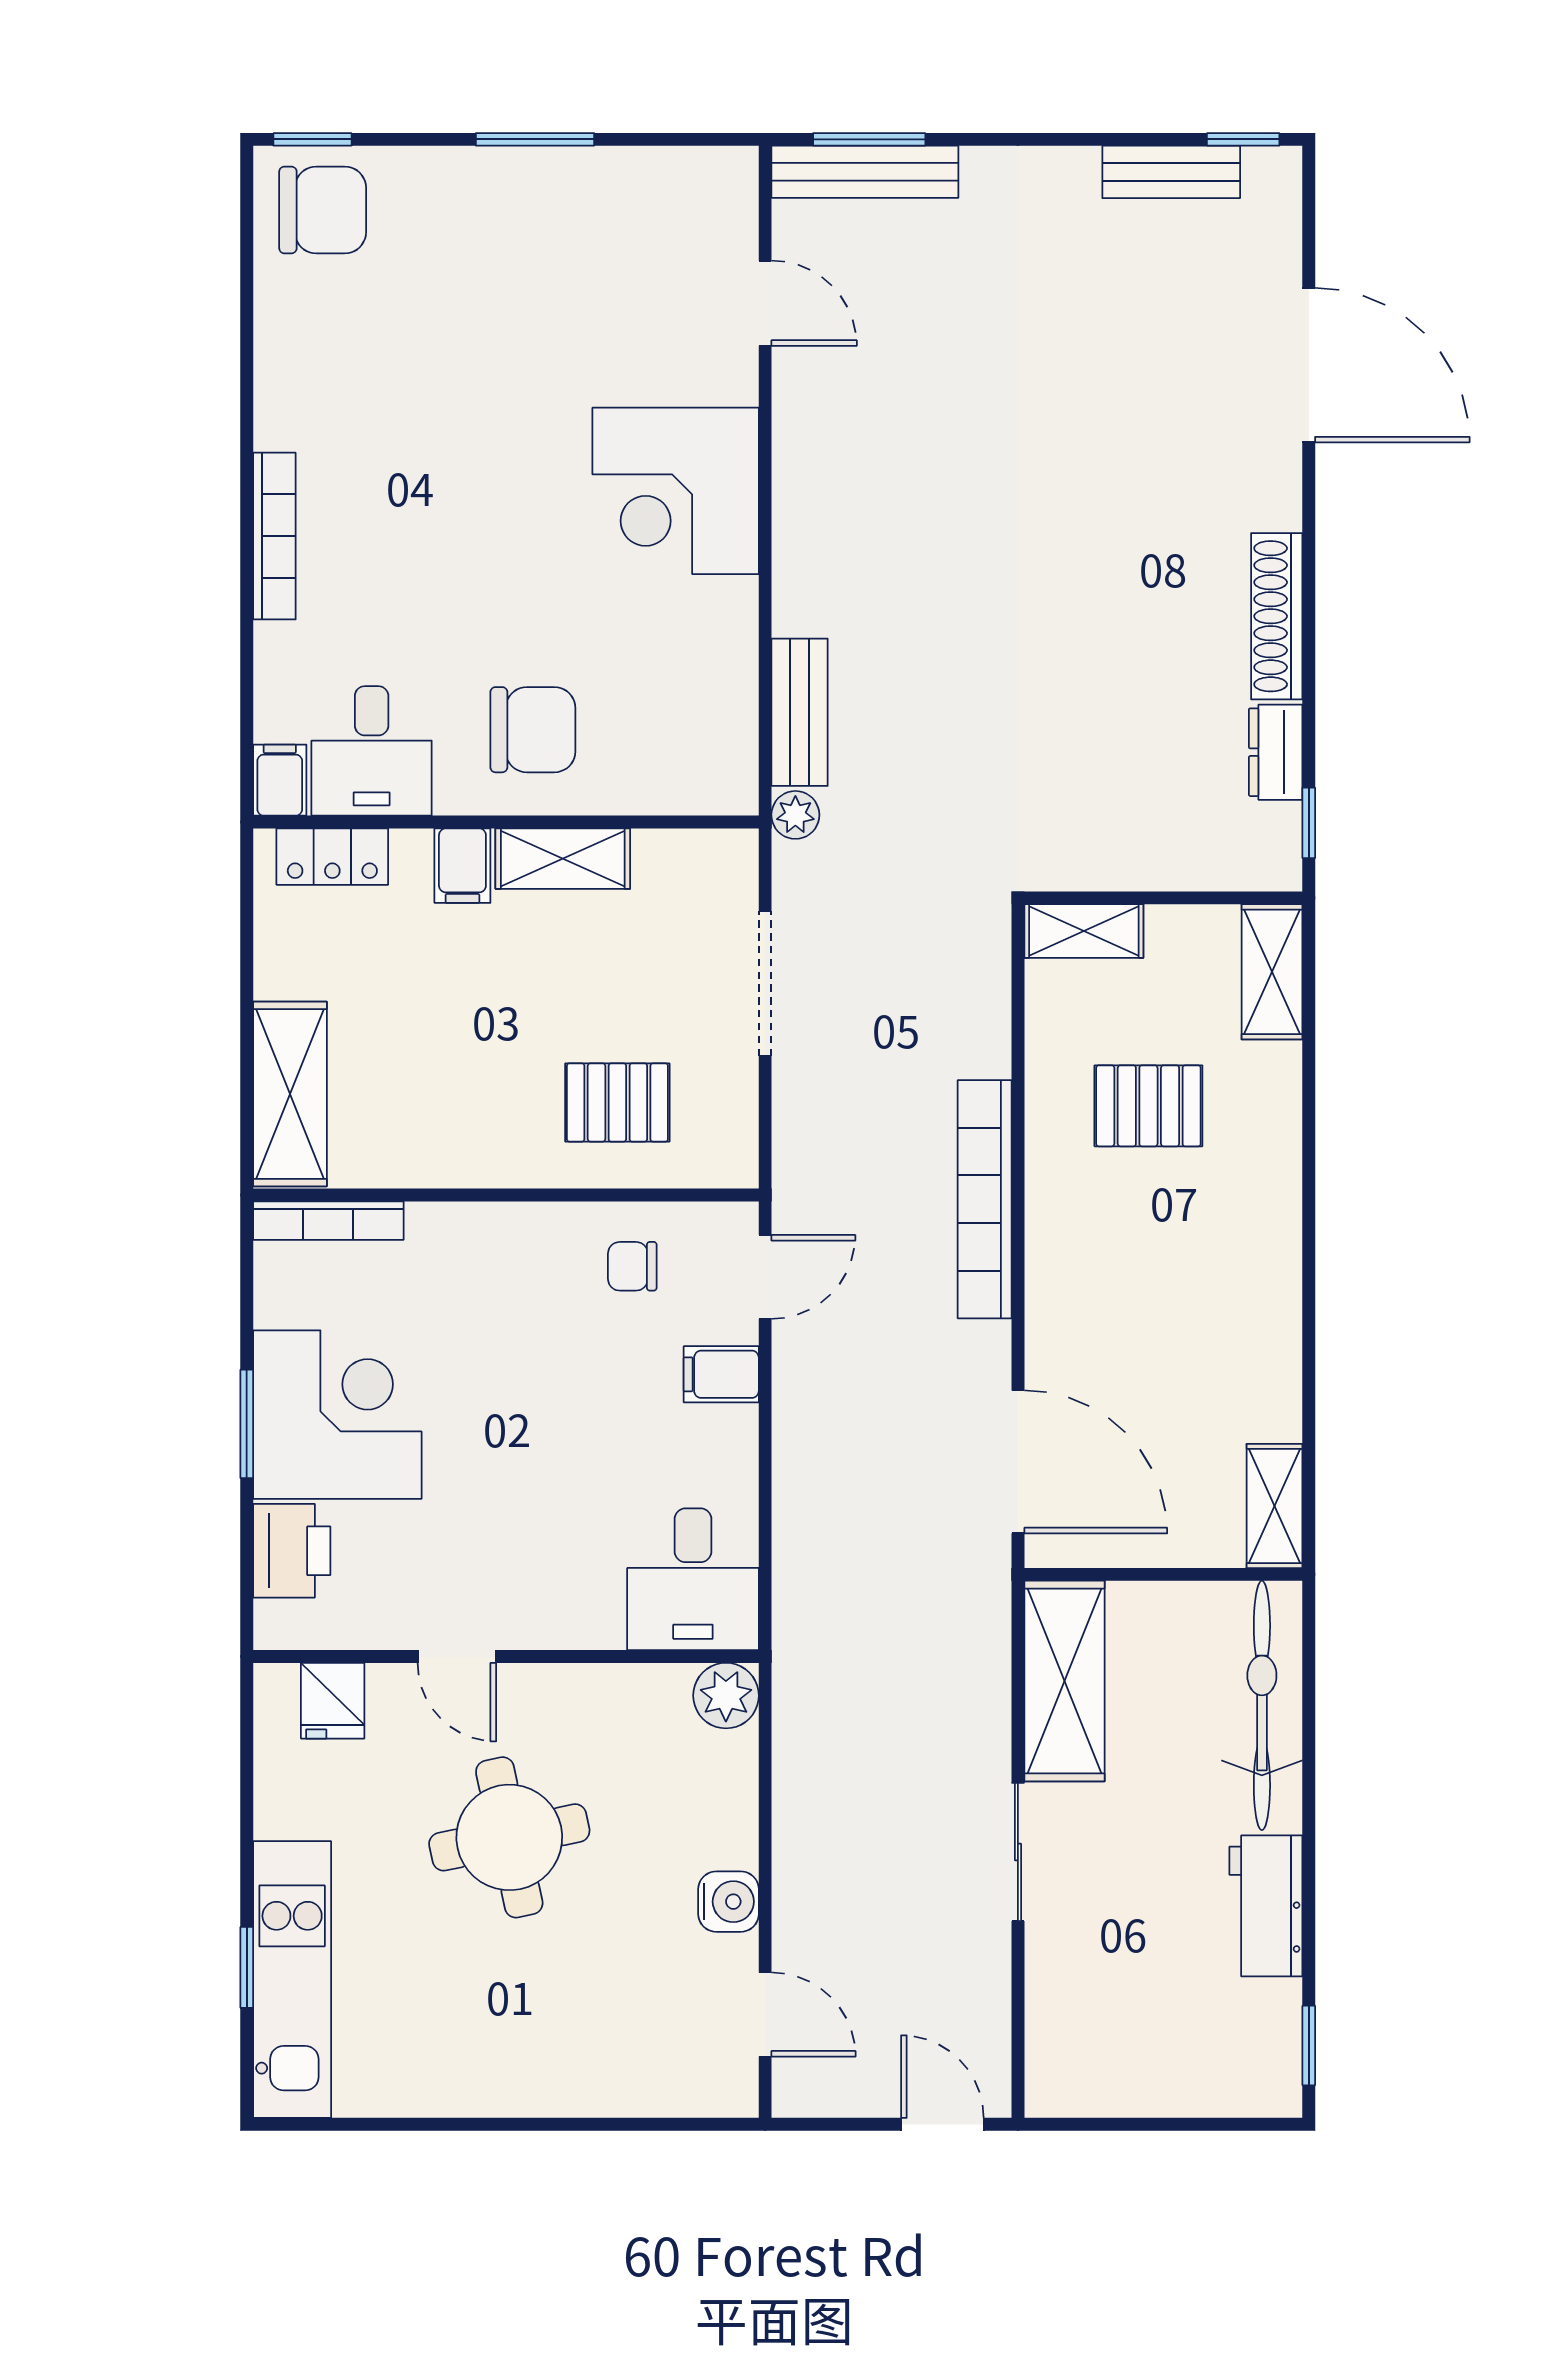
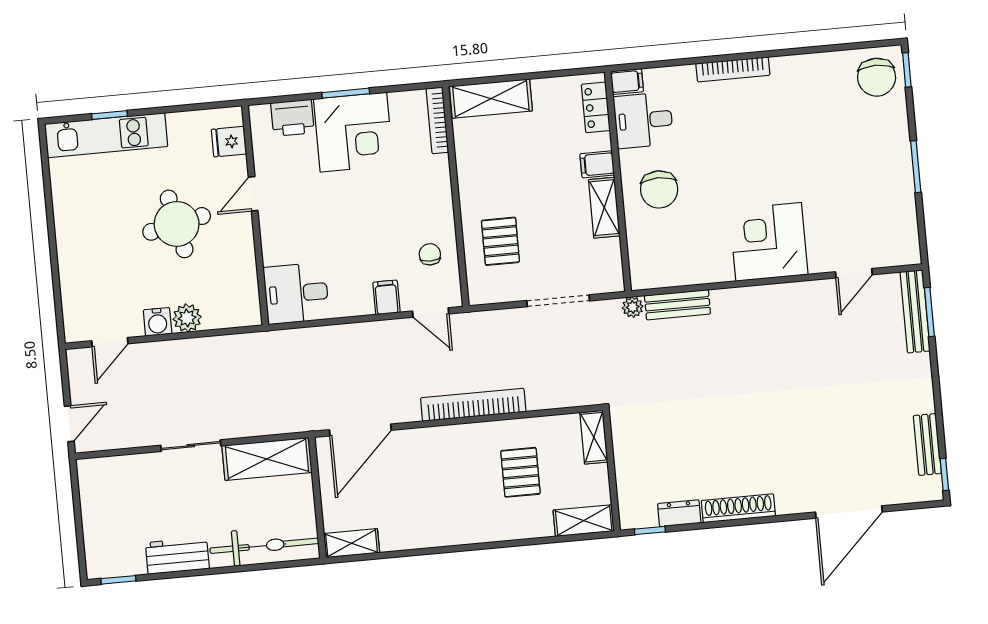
plant: (726, 1696) -> (187, 318), moved

